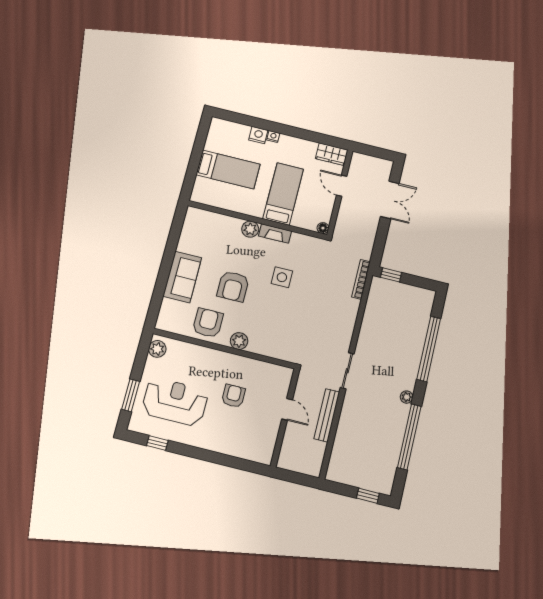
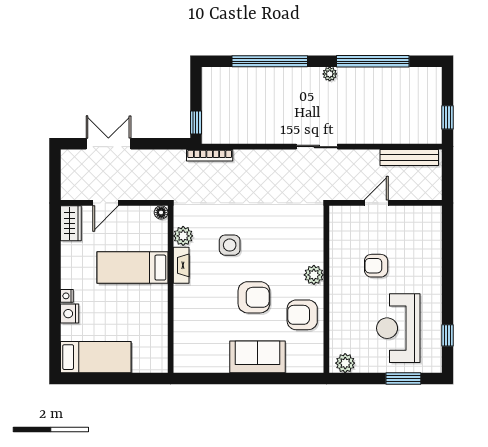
bed: (228, 170) -> (96, 357), moved, turned 90
plant: (250, 229) -> (183, 236), moved
bench: (327, 415) -> (409, 158), moved
window: (368, 496) -> (448, 117), moved

